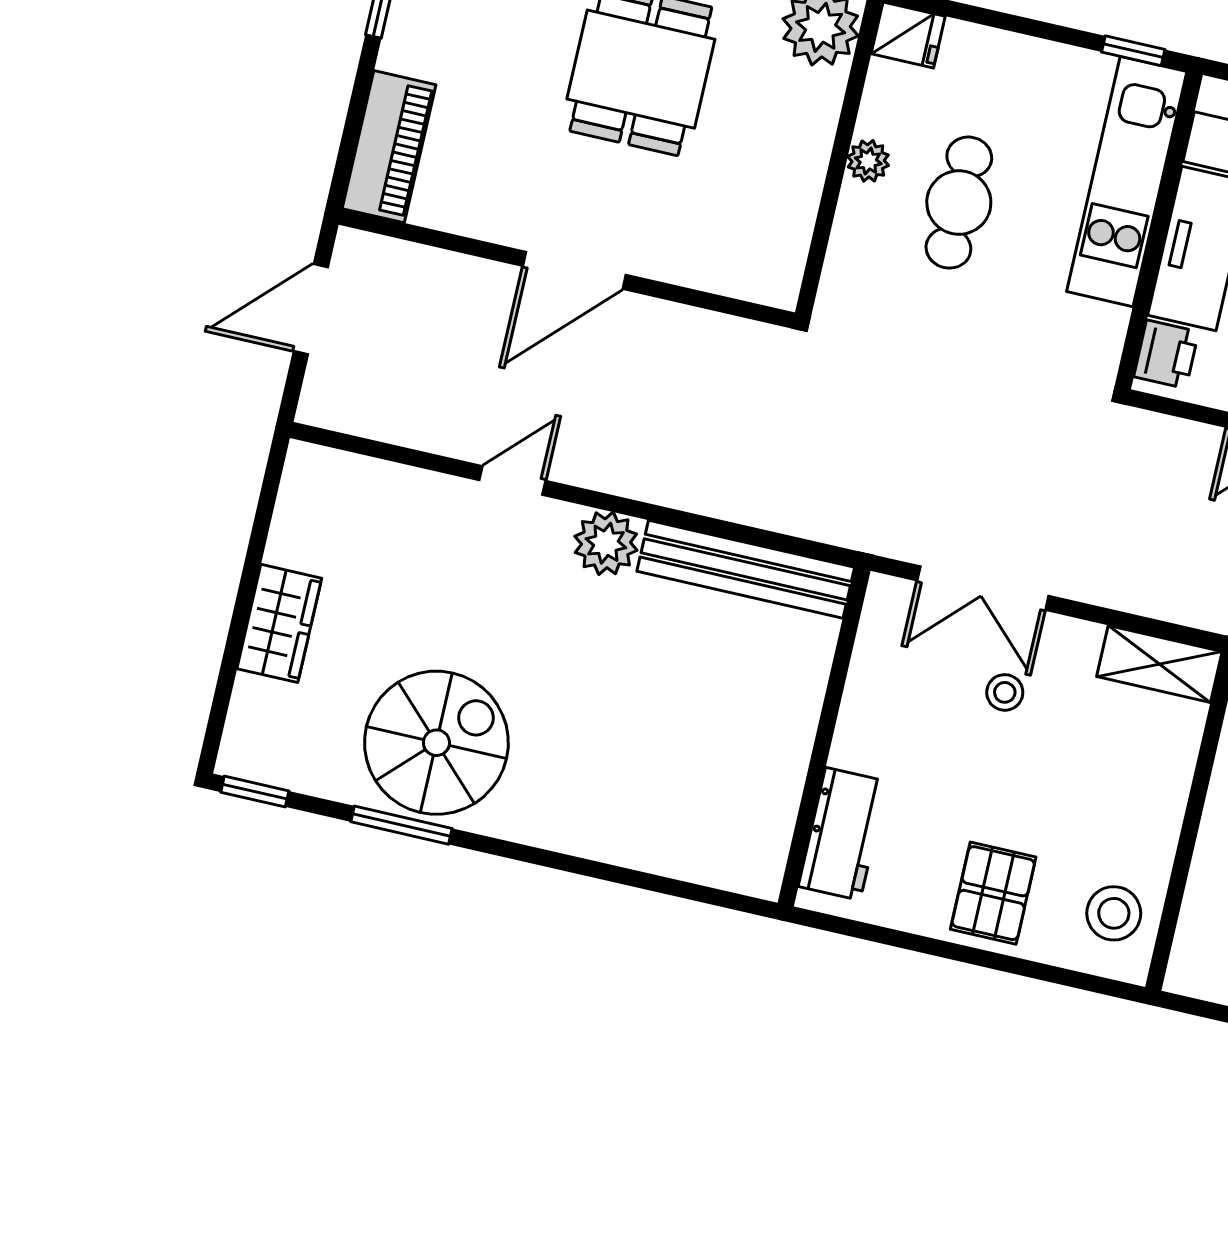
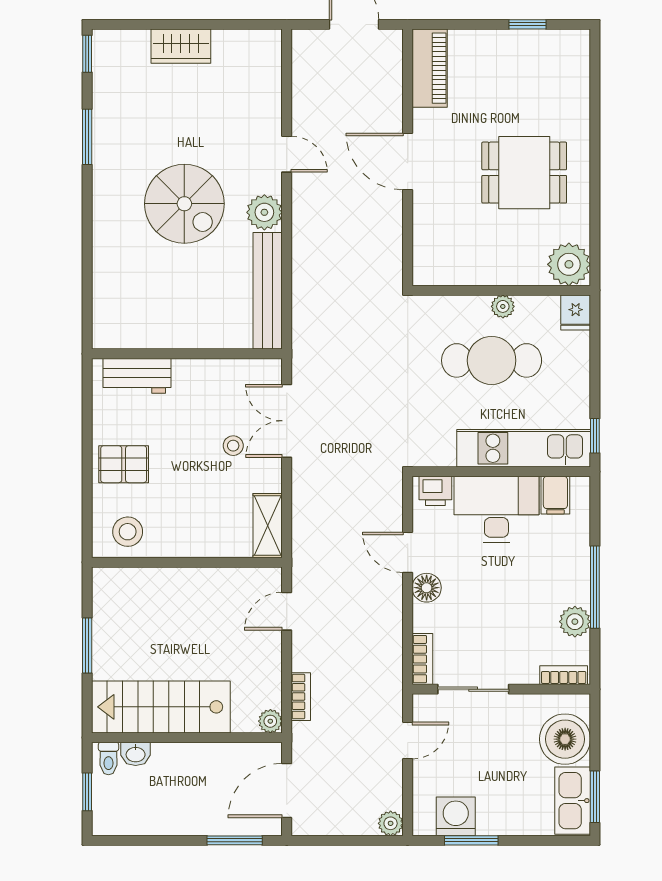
piano: (389, 147) -> (430, 68), moved, turned -90
cafe table: (959, 203) -> (492, 360), width x1.37, depth x1.35
spiral stairs: (436, 743) -> (184, 204), moved

